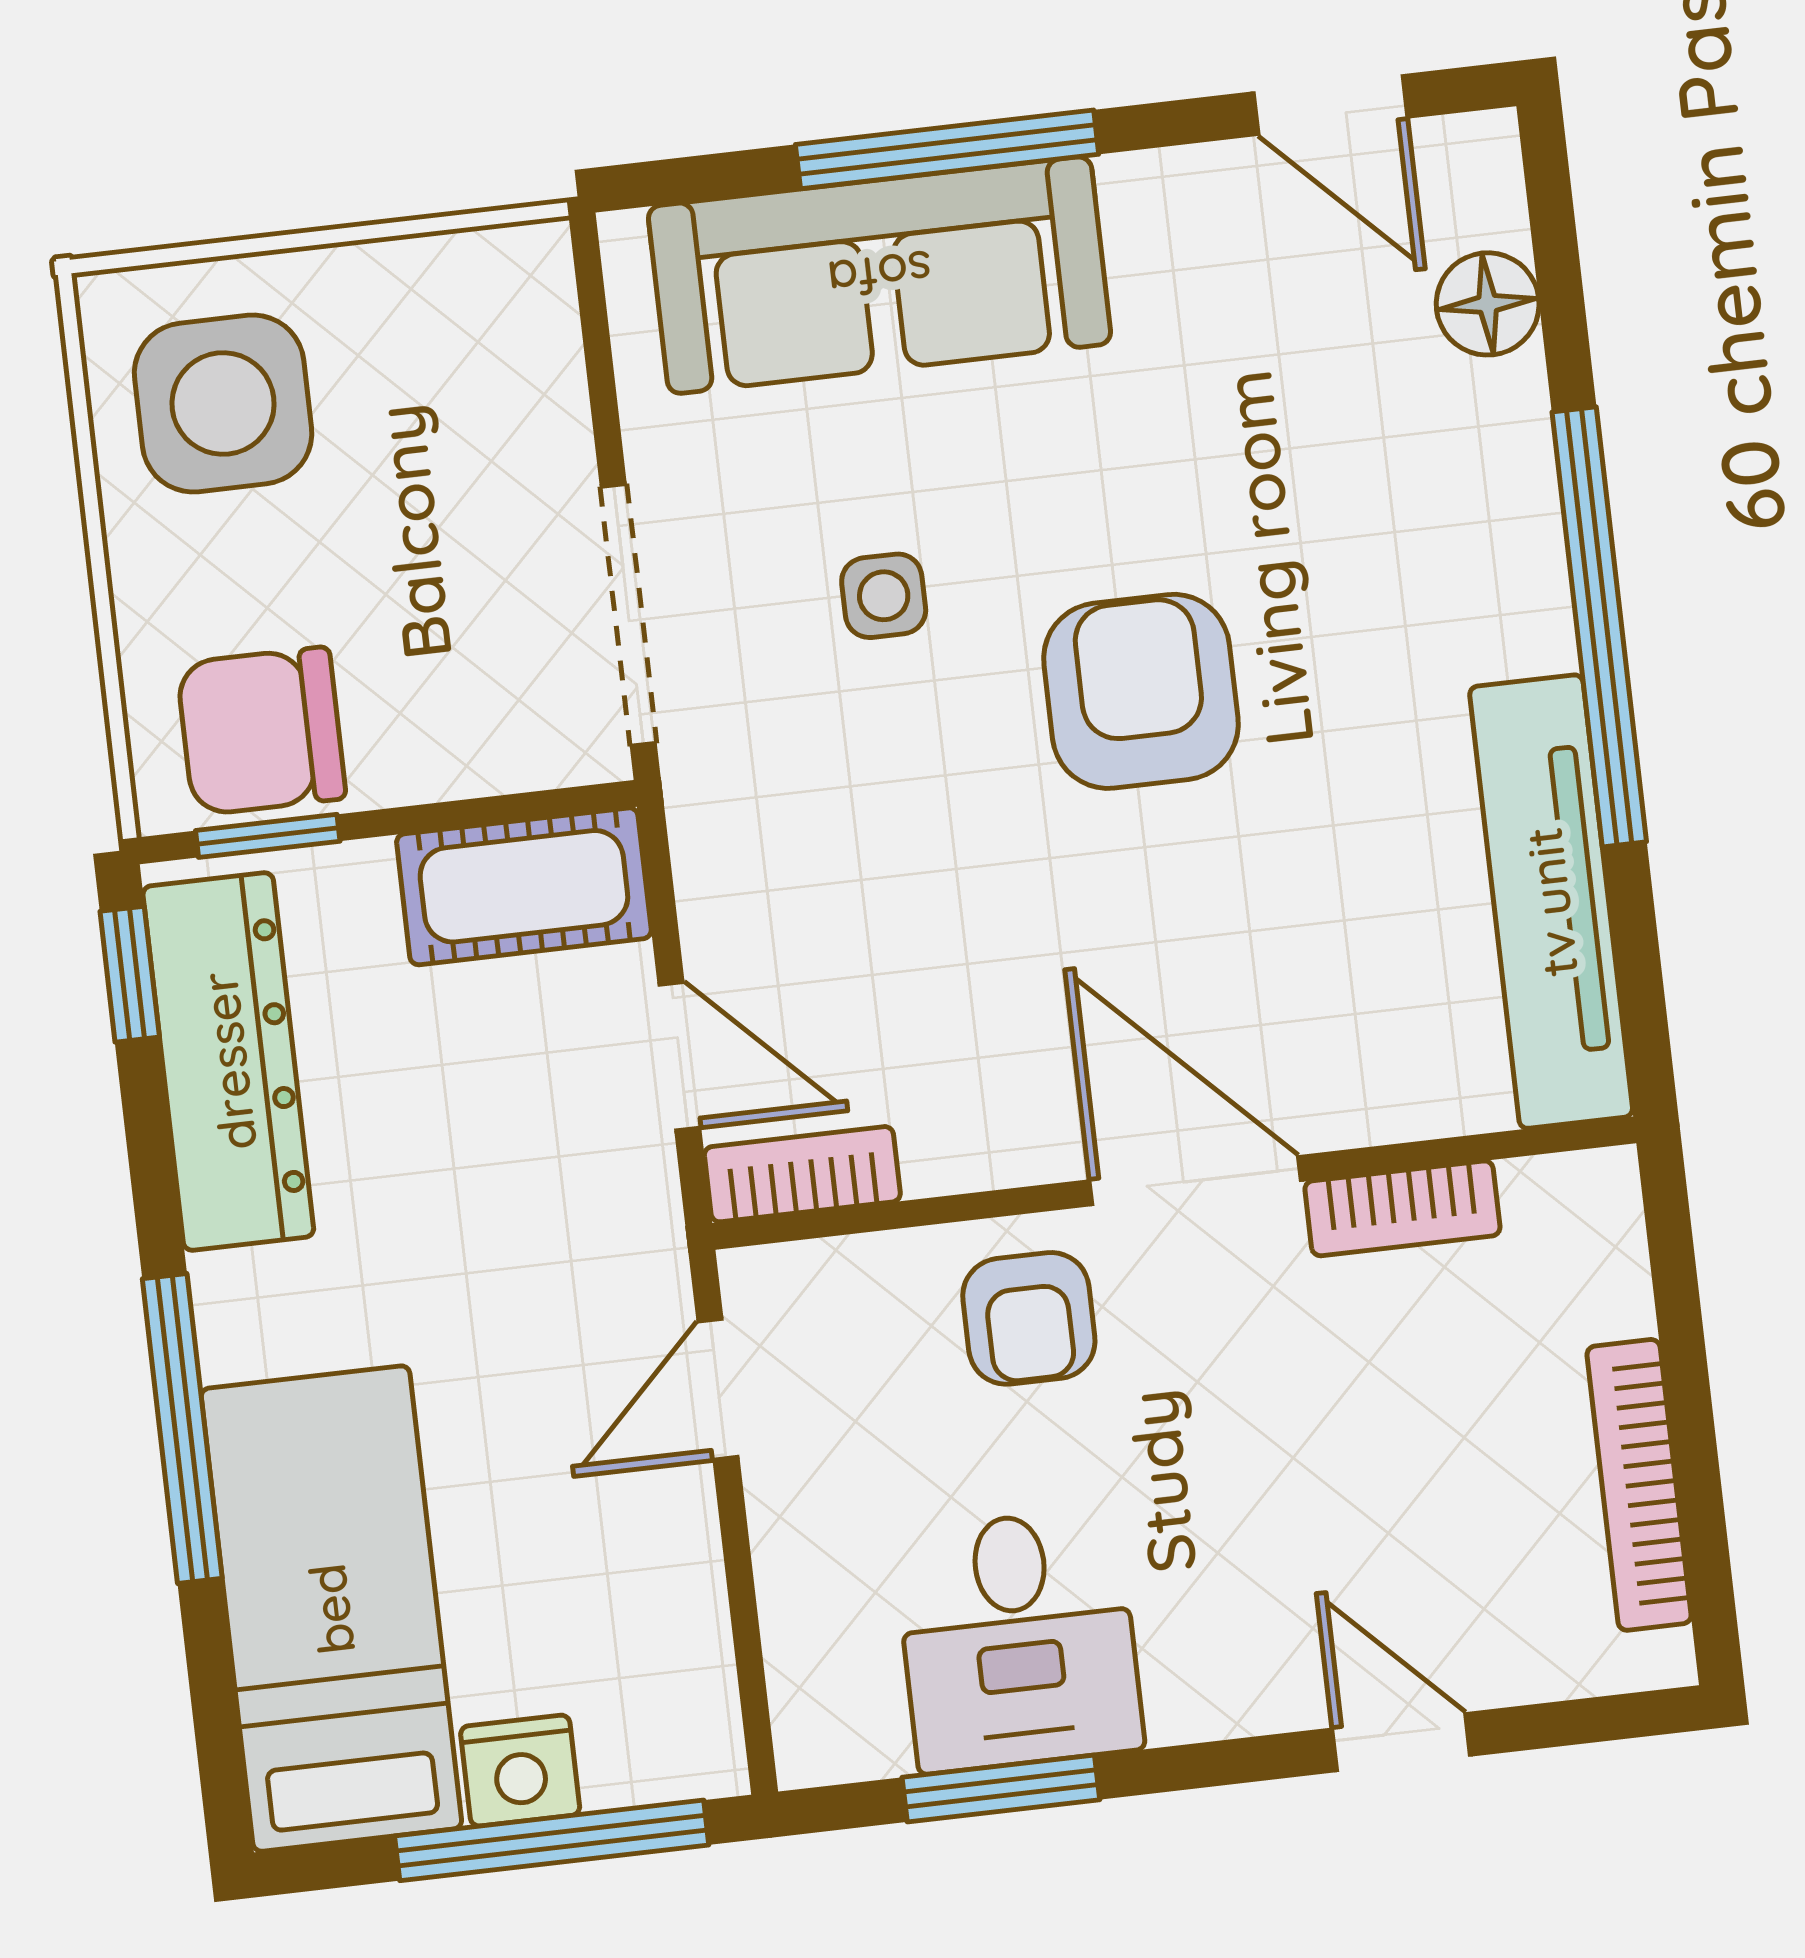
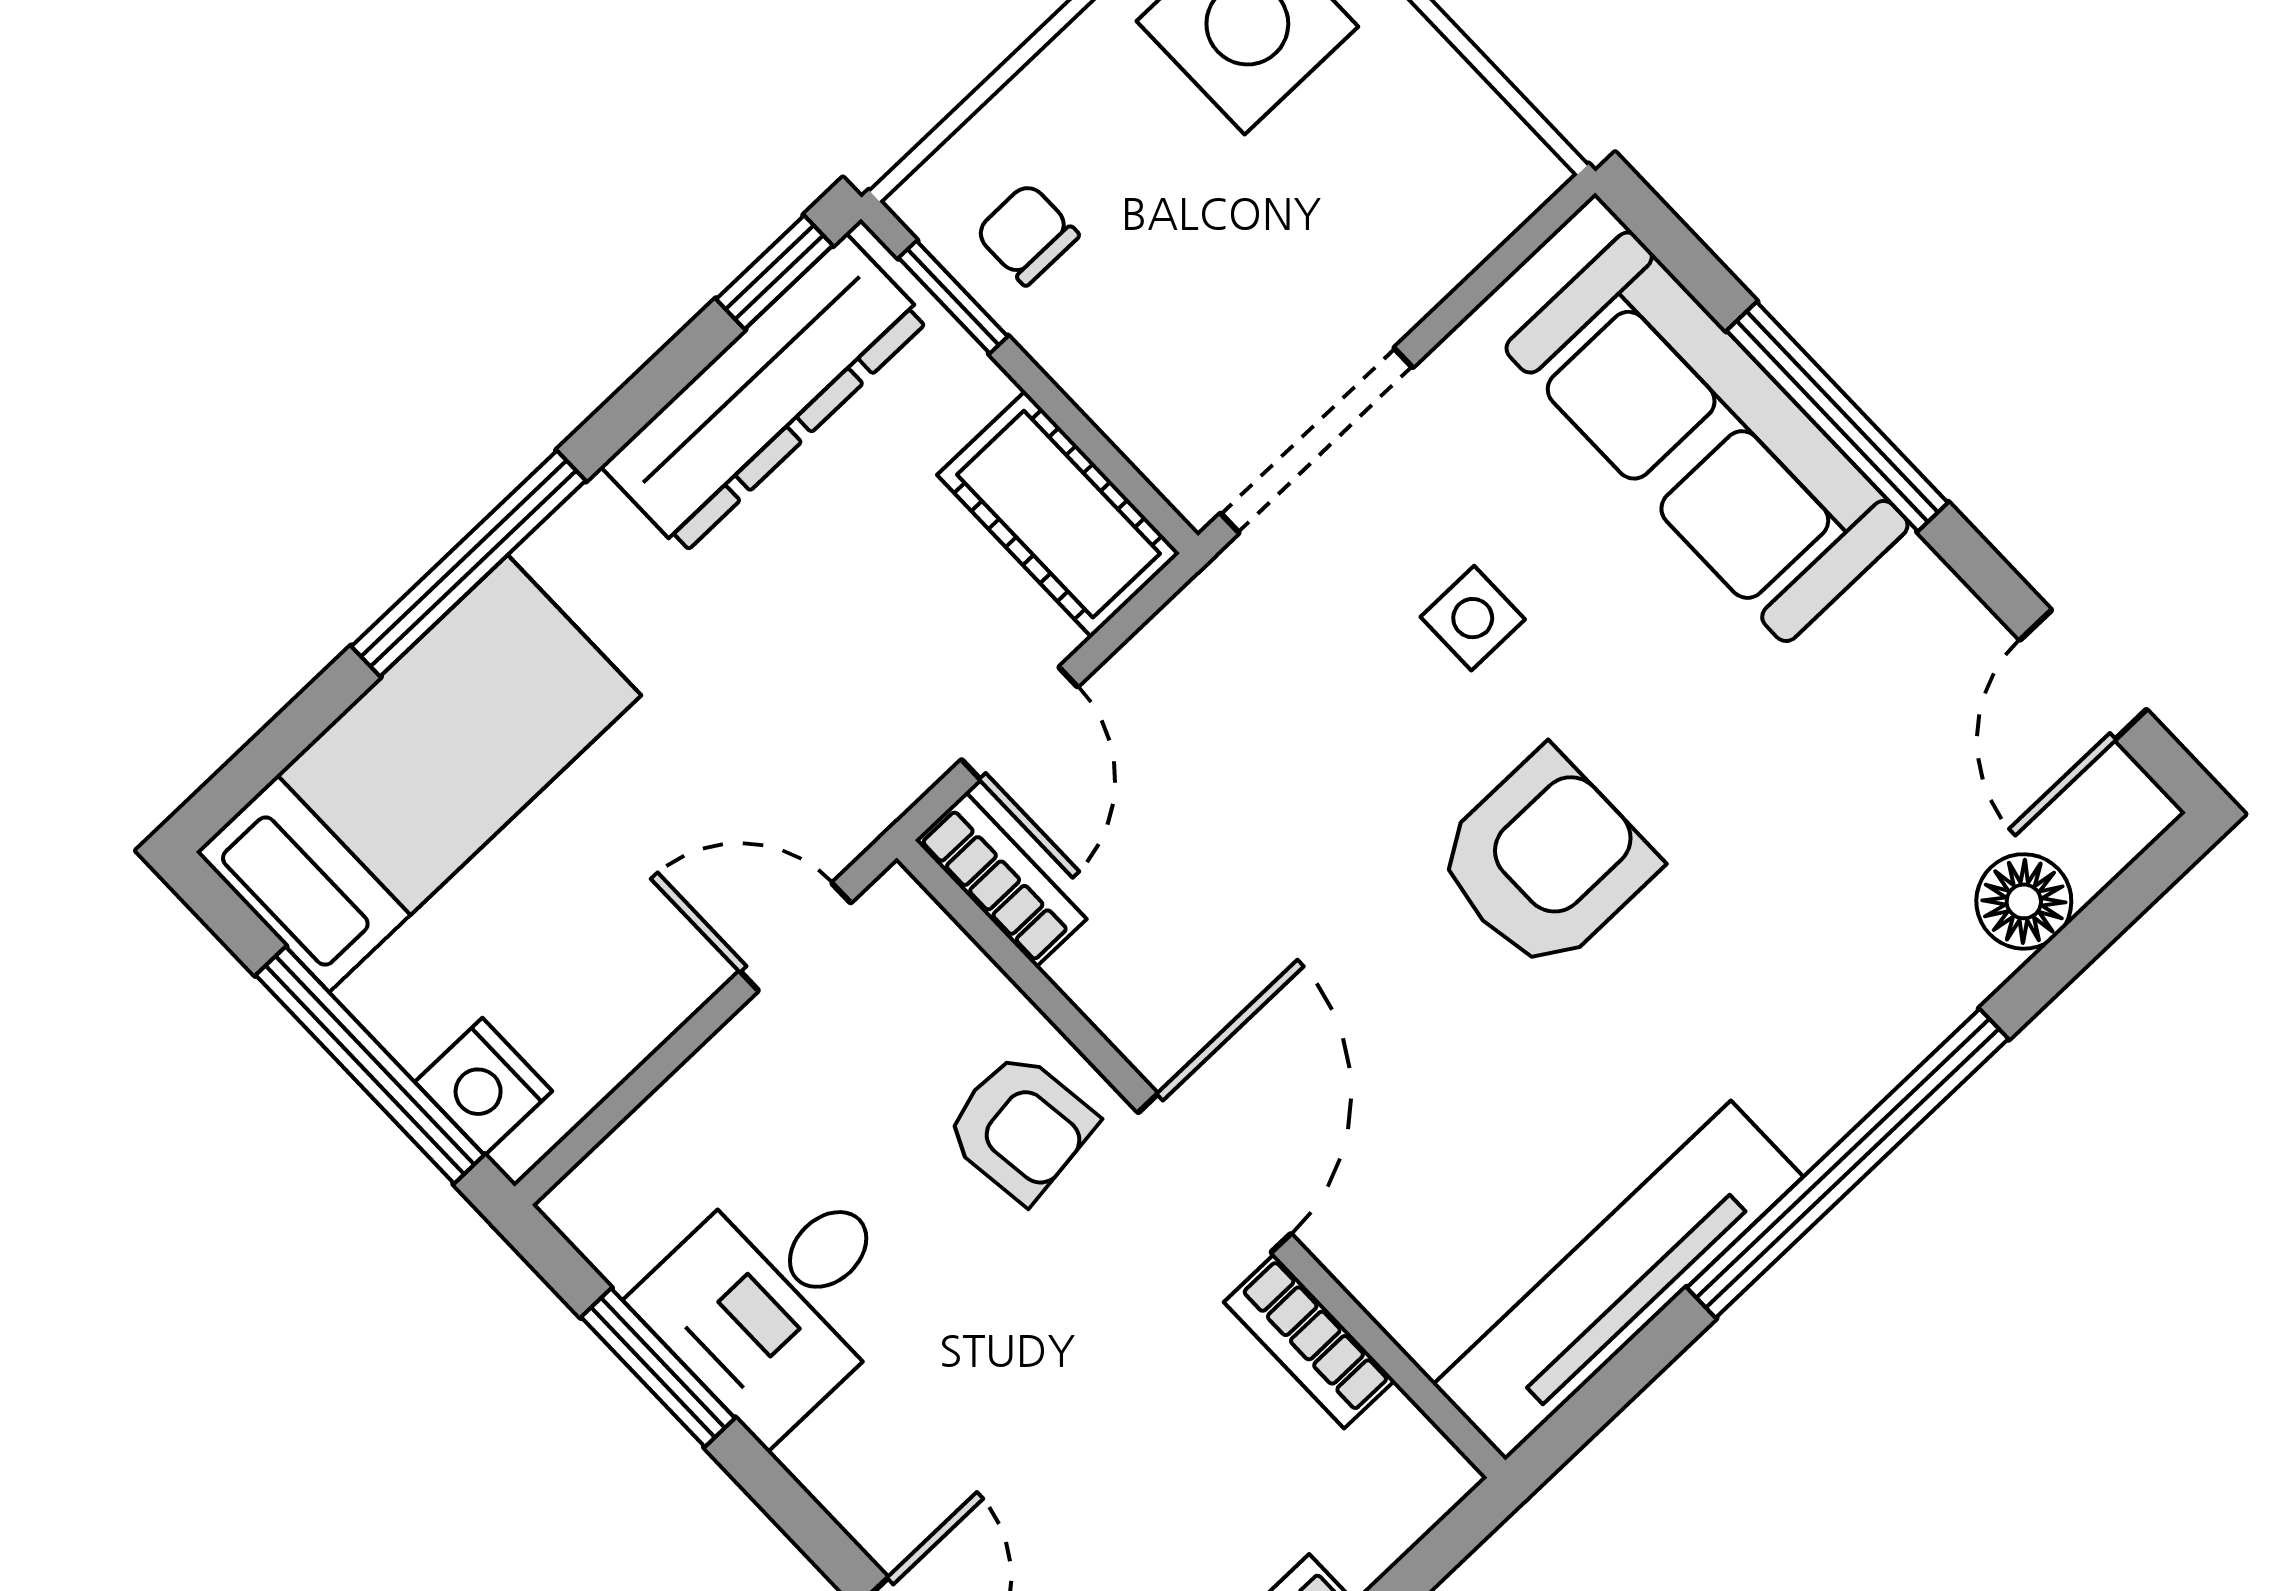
chair: (261, 731) -> (1027, 234), width x0.54, depth x0.54
armchair: (1029, 1318) -> (1020, 1127), turned -97
nightstand: (520, 1771) -> (483, 1087), moved

